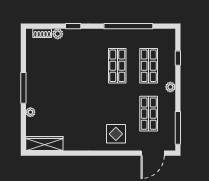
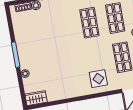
wardrobe: (44, 144) -> (36, 98), width x0.67

